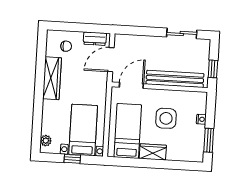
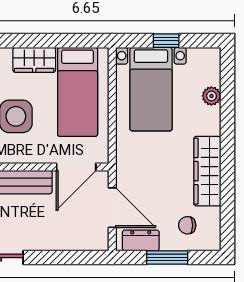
window: (80, 27) -> (167, 258), added
door: (111, 60) -> (112, 208), hinge flipped
plant: (46, 141) -> (211, 96), moved

